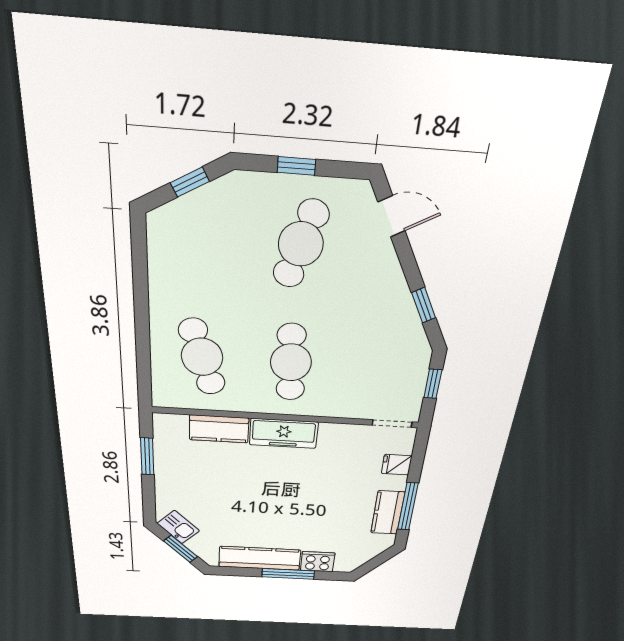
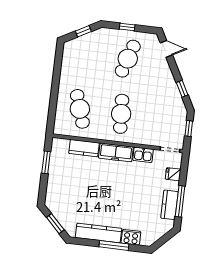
kitchen sink: (178, 527) -> (143, 155), moved, turned 135

